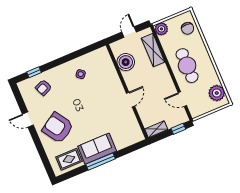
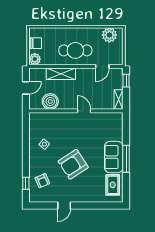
chair: (188, 28) -> (36, 43), moved
door: (129, 32) -> (26, 88), swing flipped
shelving: (153, 50) -> (61, 74), moved
armchair: (58, 128) -> (73, 164), moved

